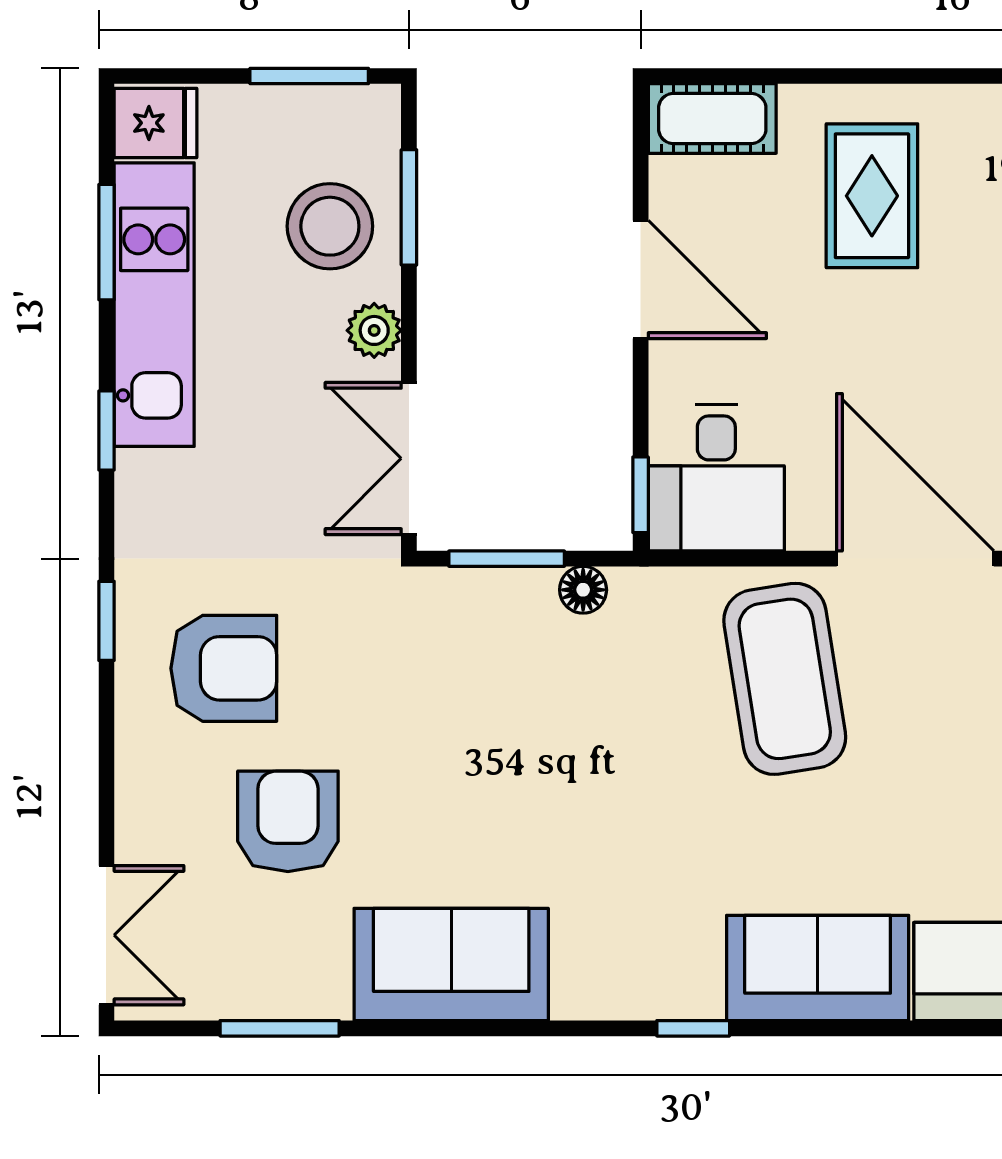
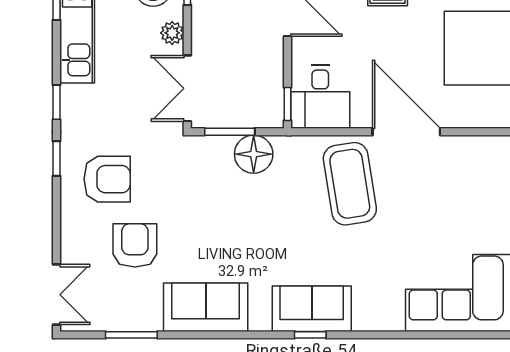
window: (106, 431) -> (56, 102), moved
floor lamp: (583, 590) -> (254, 154), width x1.89, depth x1.89
sofa: (818, 968) -> (312, 309), moved

